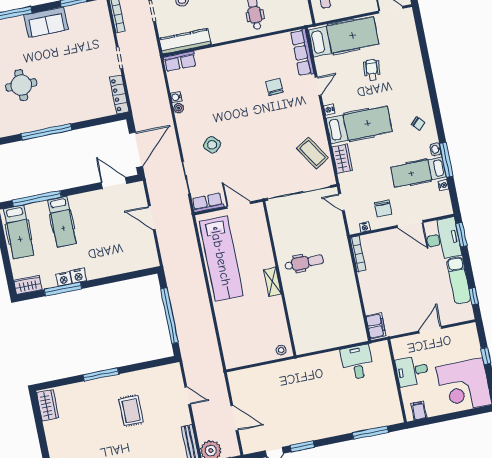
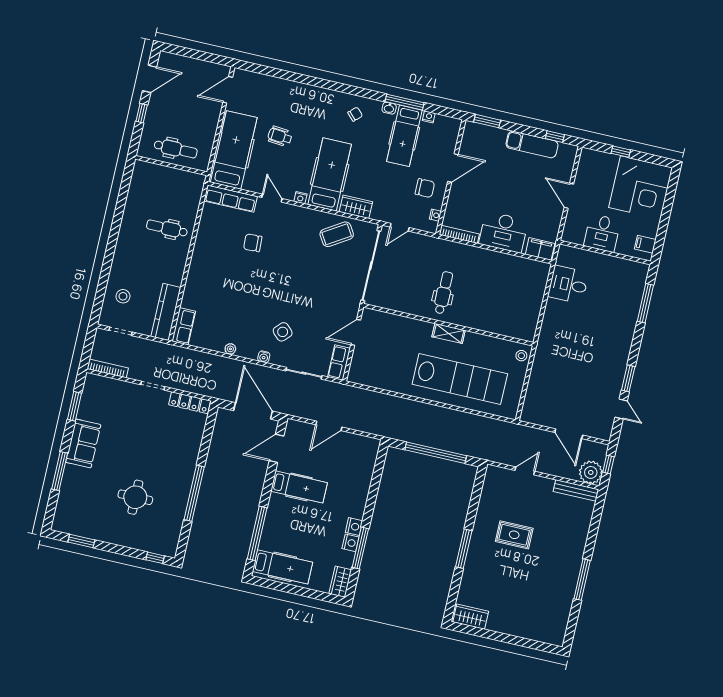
water cooler: (176, 97) -> (264, 357), moved
hospital bed: (62, 222) -> (299, 487), moved
desk: (443, 239) -> (503, 232), moved, turned 180
lab bench: (221, 258) -> (460, 379), moved
door: (234, 418) -> (569, 434), swing flipped

